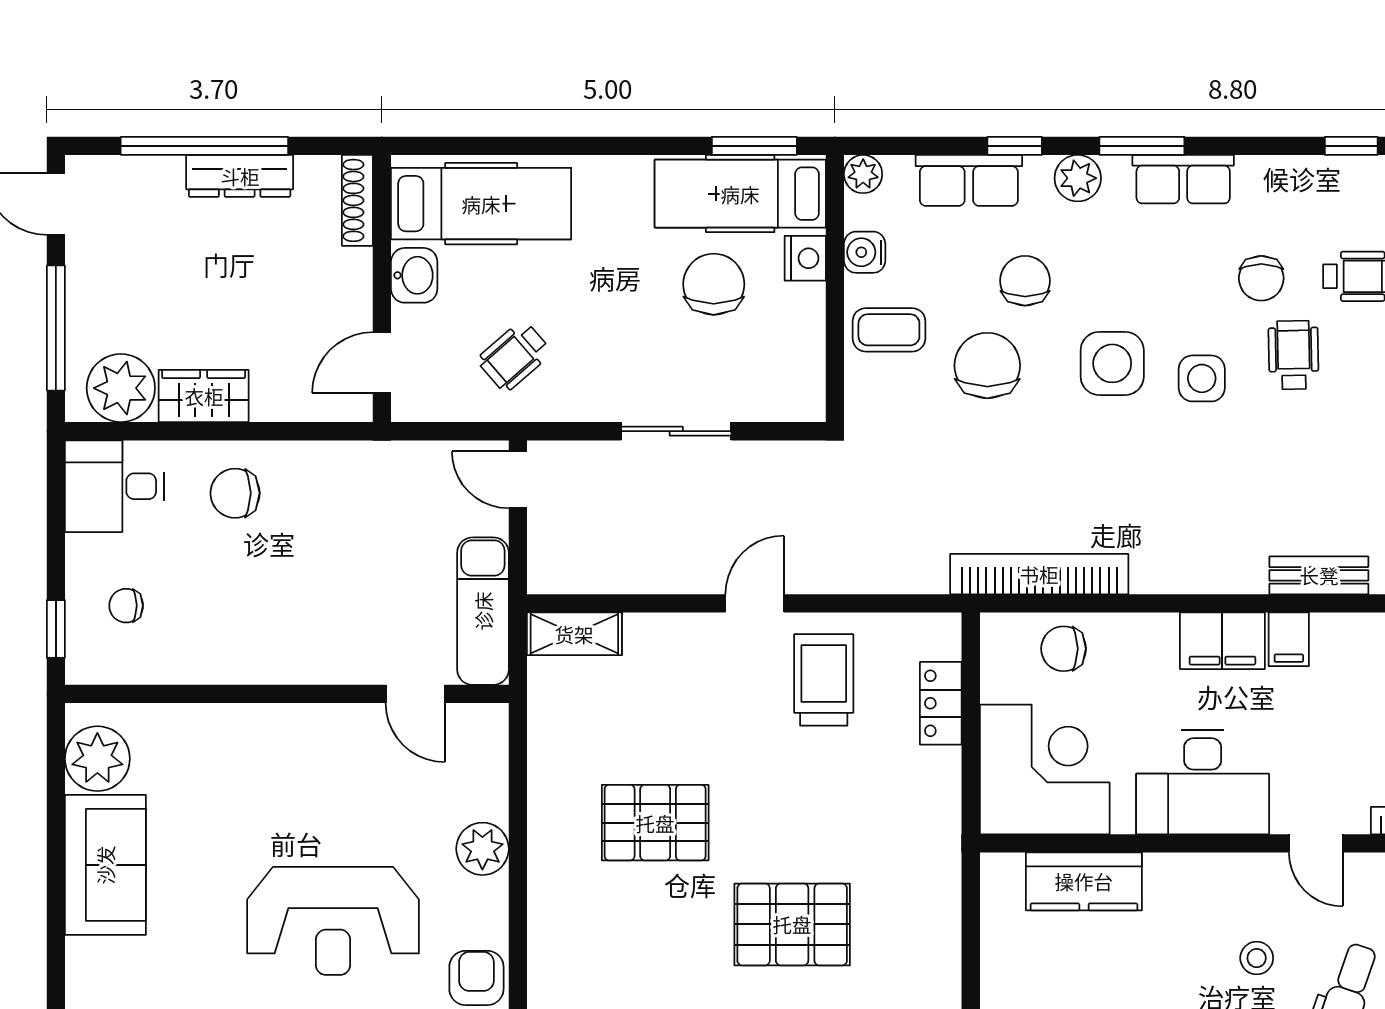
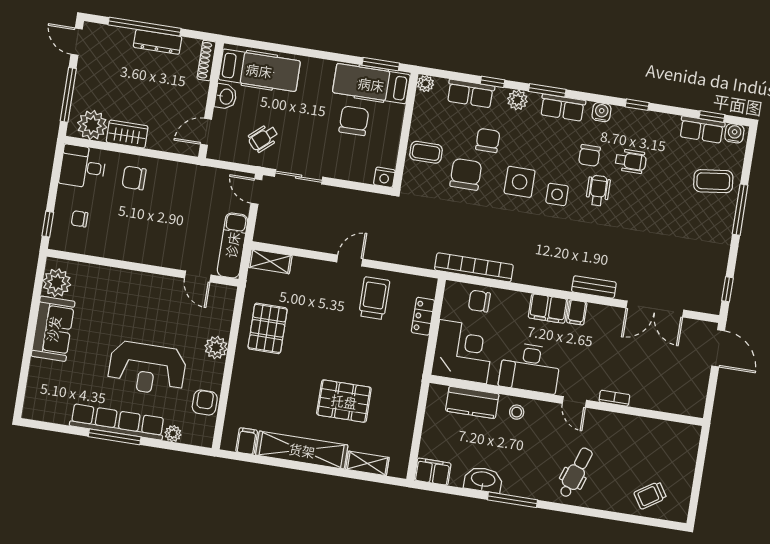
water cooler: (865, 252) -> (601, 112), moved, turned 90
nightstand: (805, 258) -> (384, 177), moved, turned 90
sliding door: (676, 431) -> (299, 177), moved
pallet: (655, 823) -> (268, 328), moved, turned 90
stool: (1257, 958) -> (517, 412), moved

